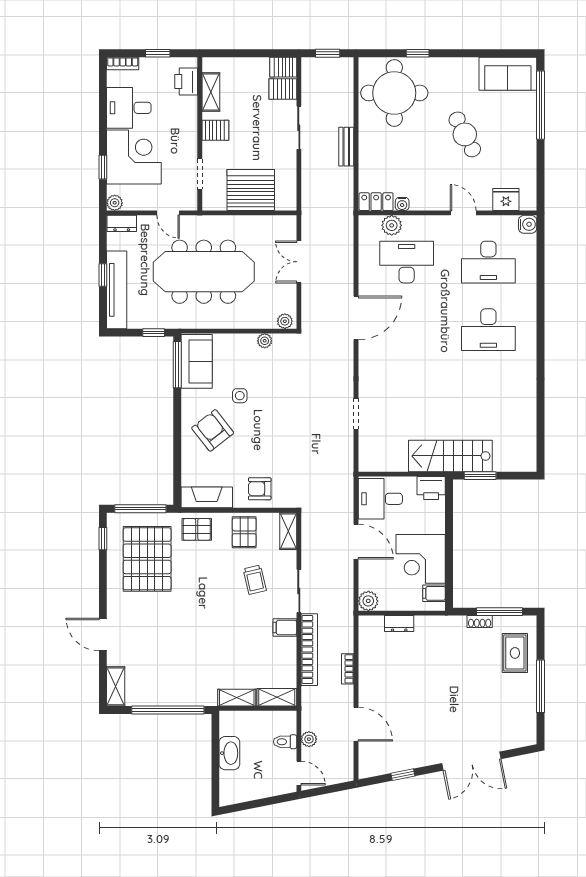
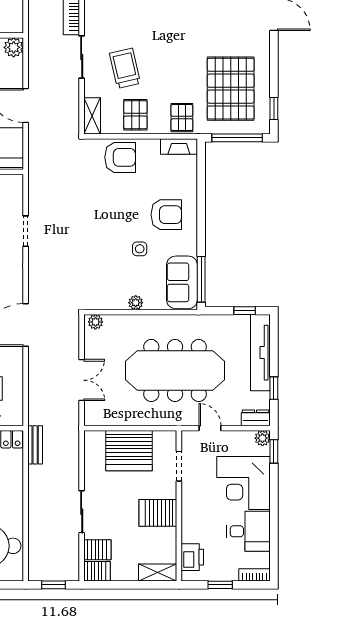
shelving: (211, 92) -> (158, 573), moved, turned 90
server rack: (215, 130) -> (158, 513), width x1.36, depth x1.44
bench: (346, 147) -> (35, 445), moved
window: (103, 167) -> (274, 451), moved
window: (103, 275) -> (274, 388), moved
window: (154, 333) -> (245, 311), moved
plant: (265, 341) -> (136, 303), moved
armchair: (213, 430) -> (166, 215), turned -52
armchair: (260, 489) -> (120, 157), width x1.38, depth x1.38
fireplace: (207, 497) -> (179, 146), width x0.73, depth x0.76
pallet: (197, 529) -> (182, 118), turned 90
trolley: (255, 580) -> (125, 68), width x1.36, depth x1.39
filing cabinet: (285, 628) -> (95, 21), removed

